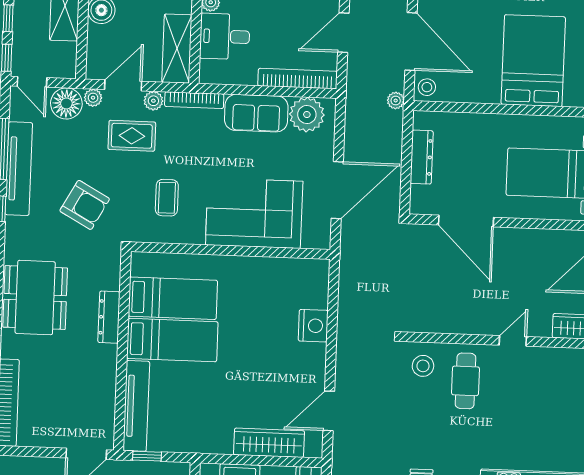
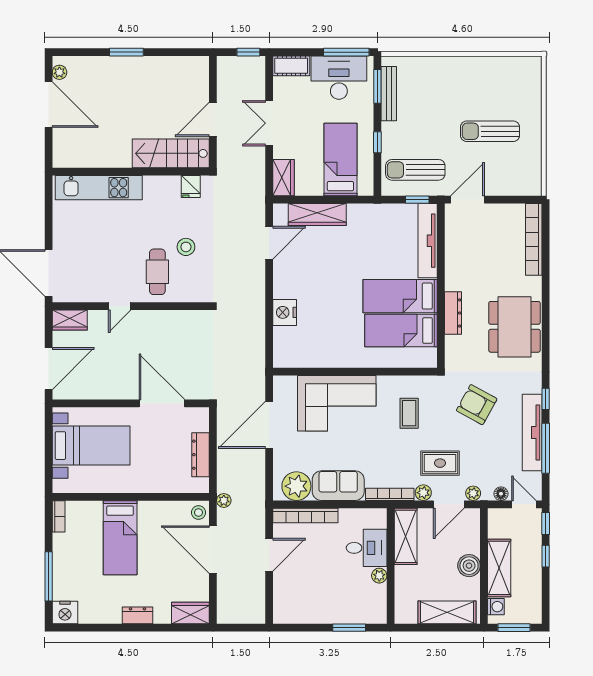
bed: (533, 61) -> (120, 538), width x0.67
floor lamp: (66, 103) -> (501, 494), width x0.53, depth x0.53
stool: (423, 366) -> (186, 247), moved

